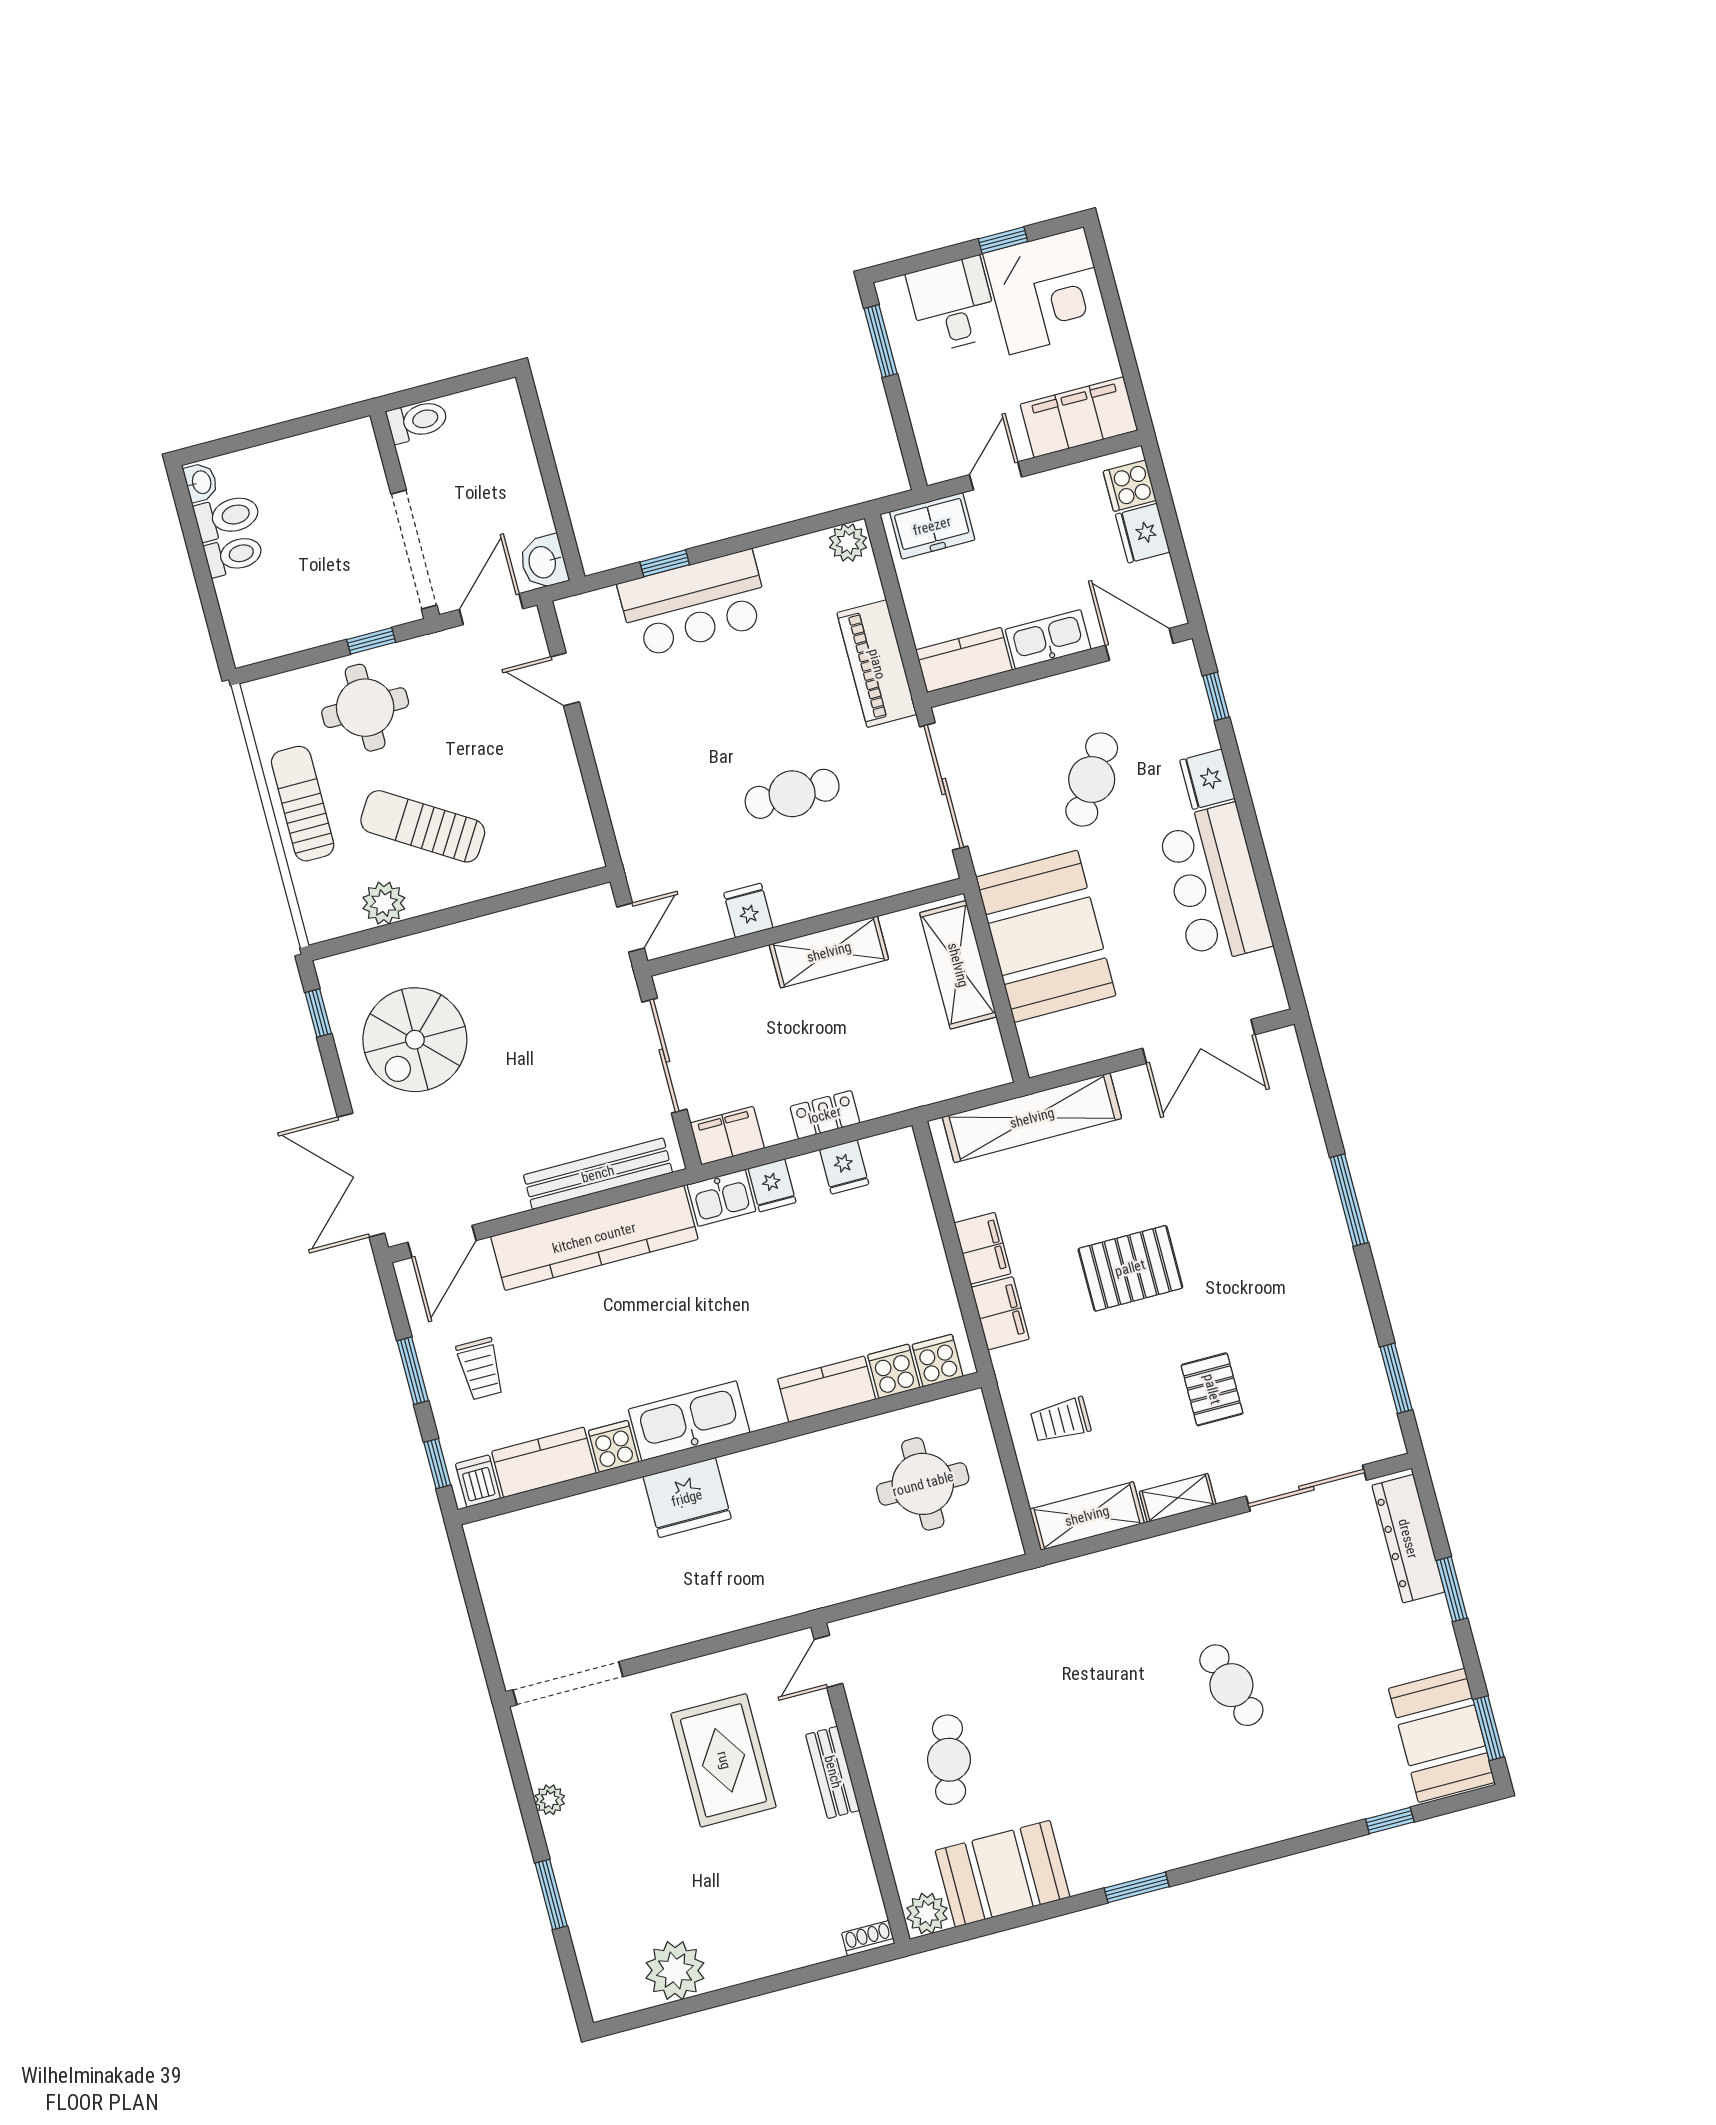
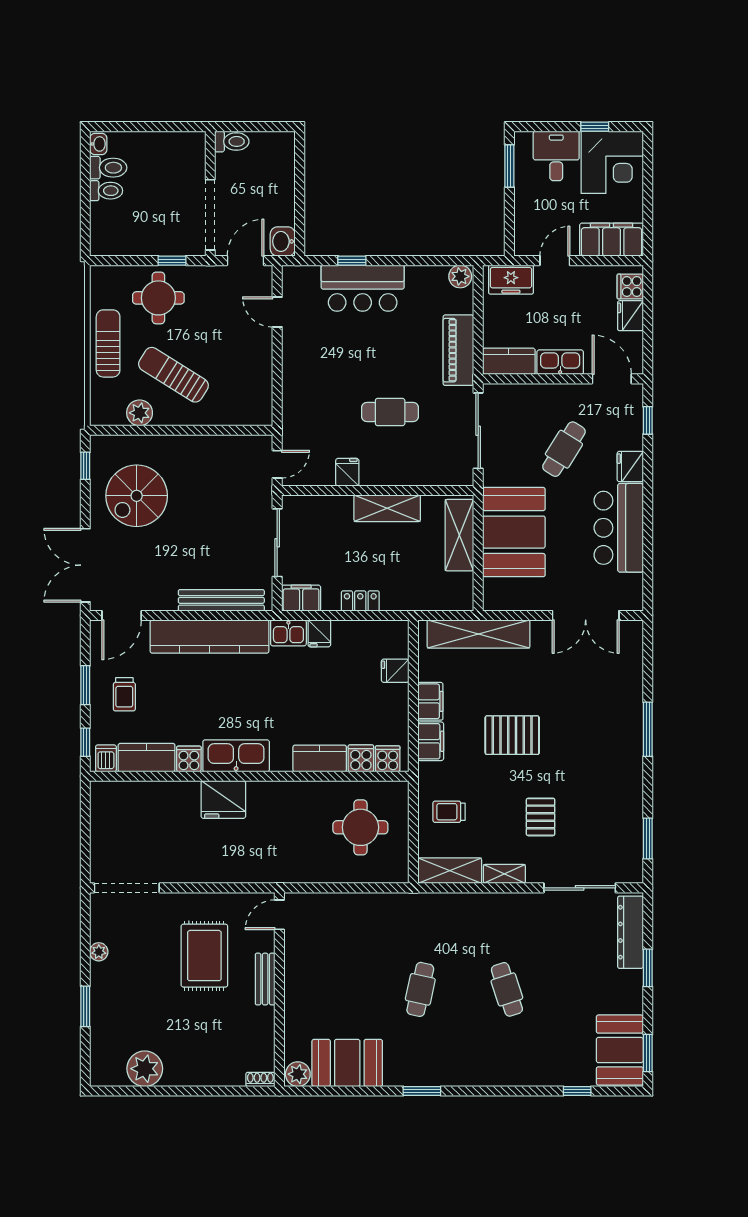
fridge: (844, 1167) -> (395, 671), moved, turned 90
cafe table: (949, 1760) -> (420, 989), moved

